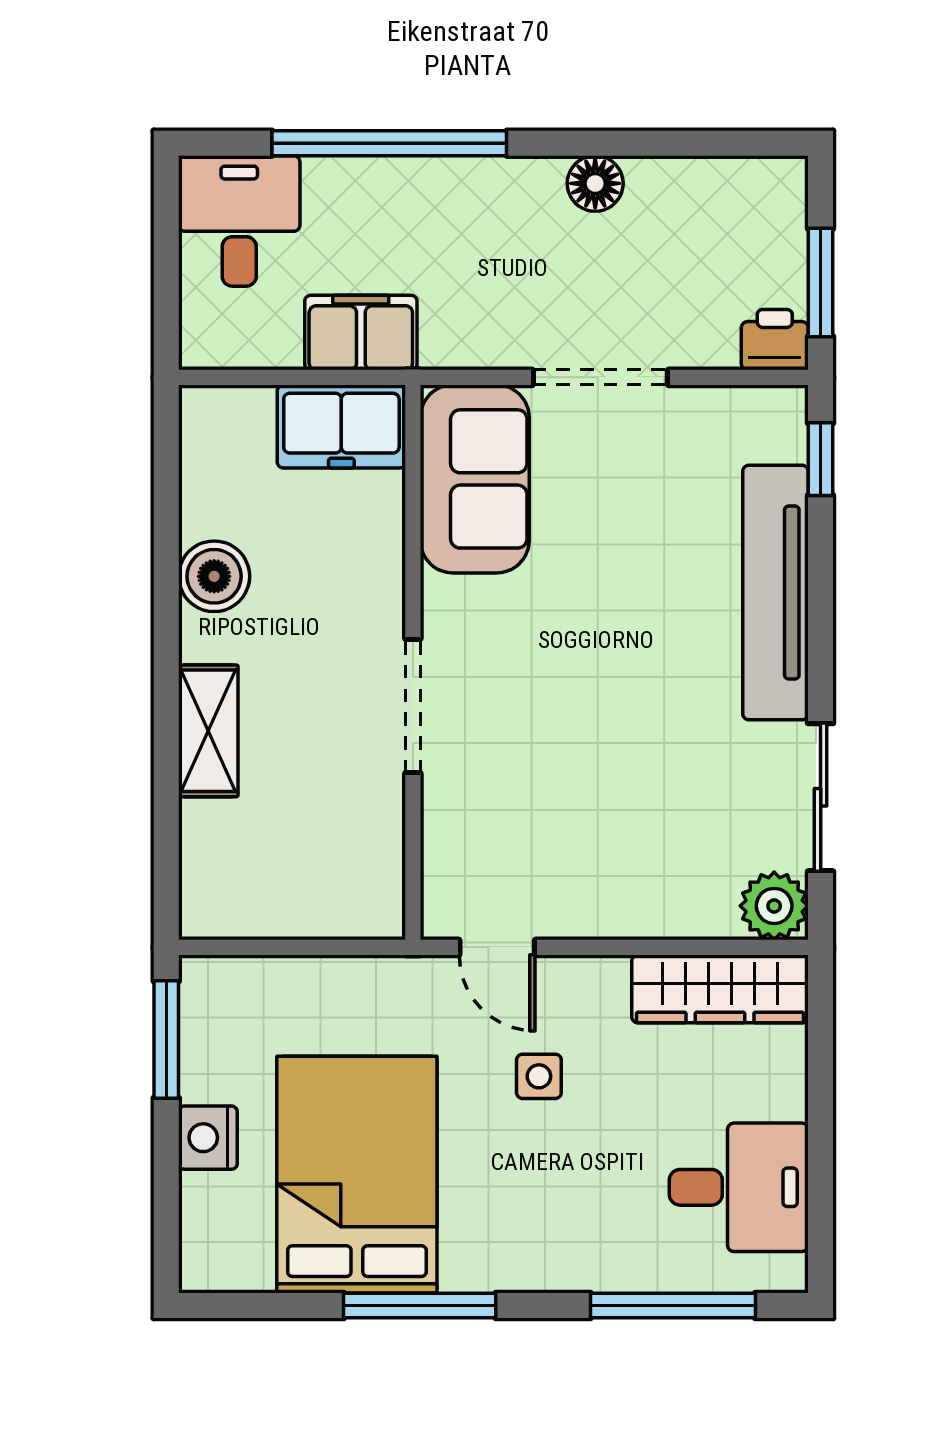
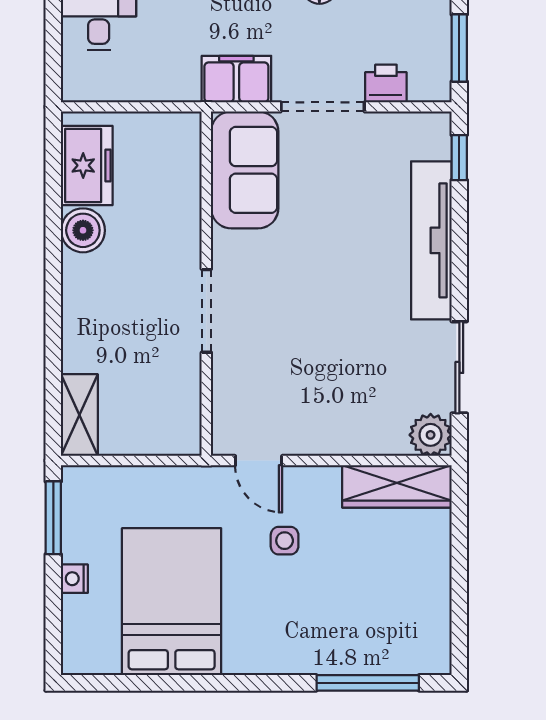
filing cabinet: (361, 333) -> (236, 79), moved
printer: (775, 340) -> (386, 83), moved
freezer: (341, 426) -> (87, 165), moved, turned -90
shelving: (208, 731) -> (79, 415), moved
nightstand: (208, 1138) -> (74, 579), width x0.72, depth x0.74
desk: (739, 1187) -> (409, 609), removed
window: (420, 1305) -> (211, 683), removed

